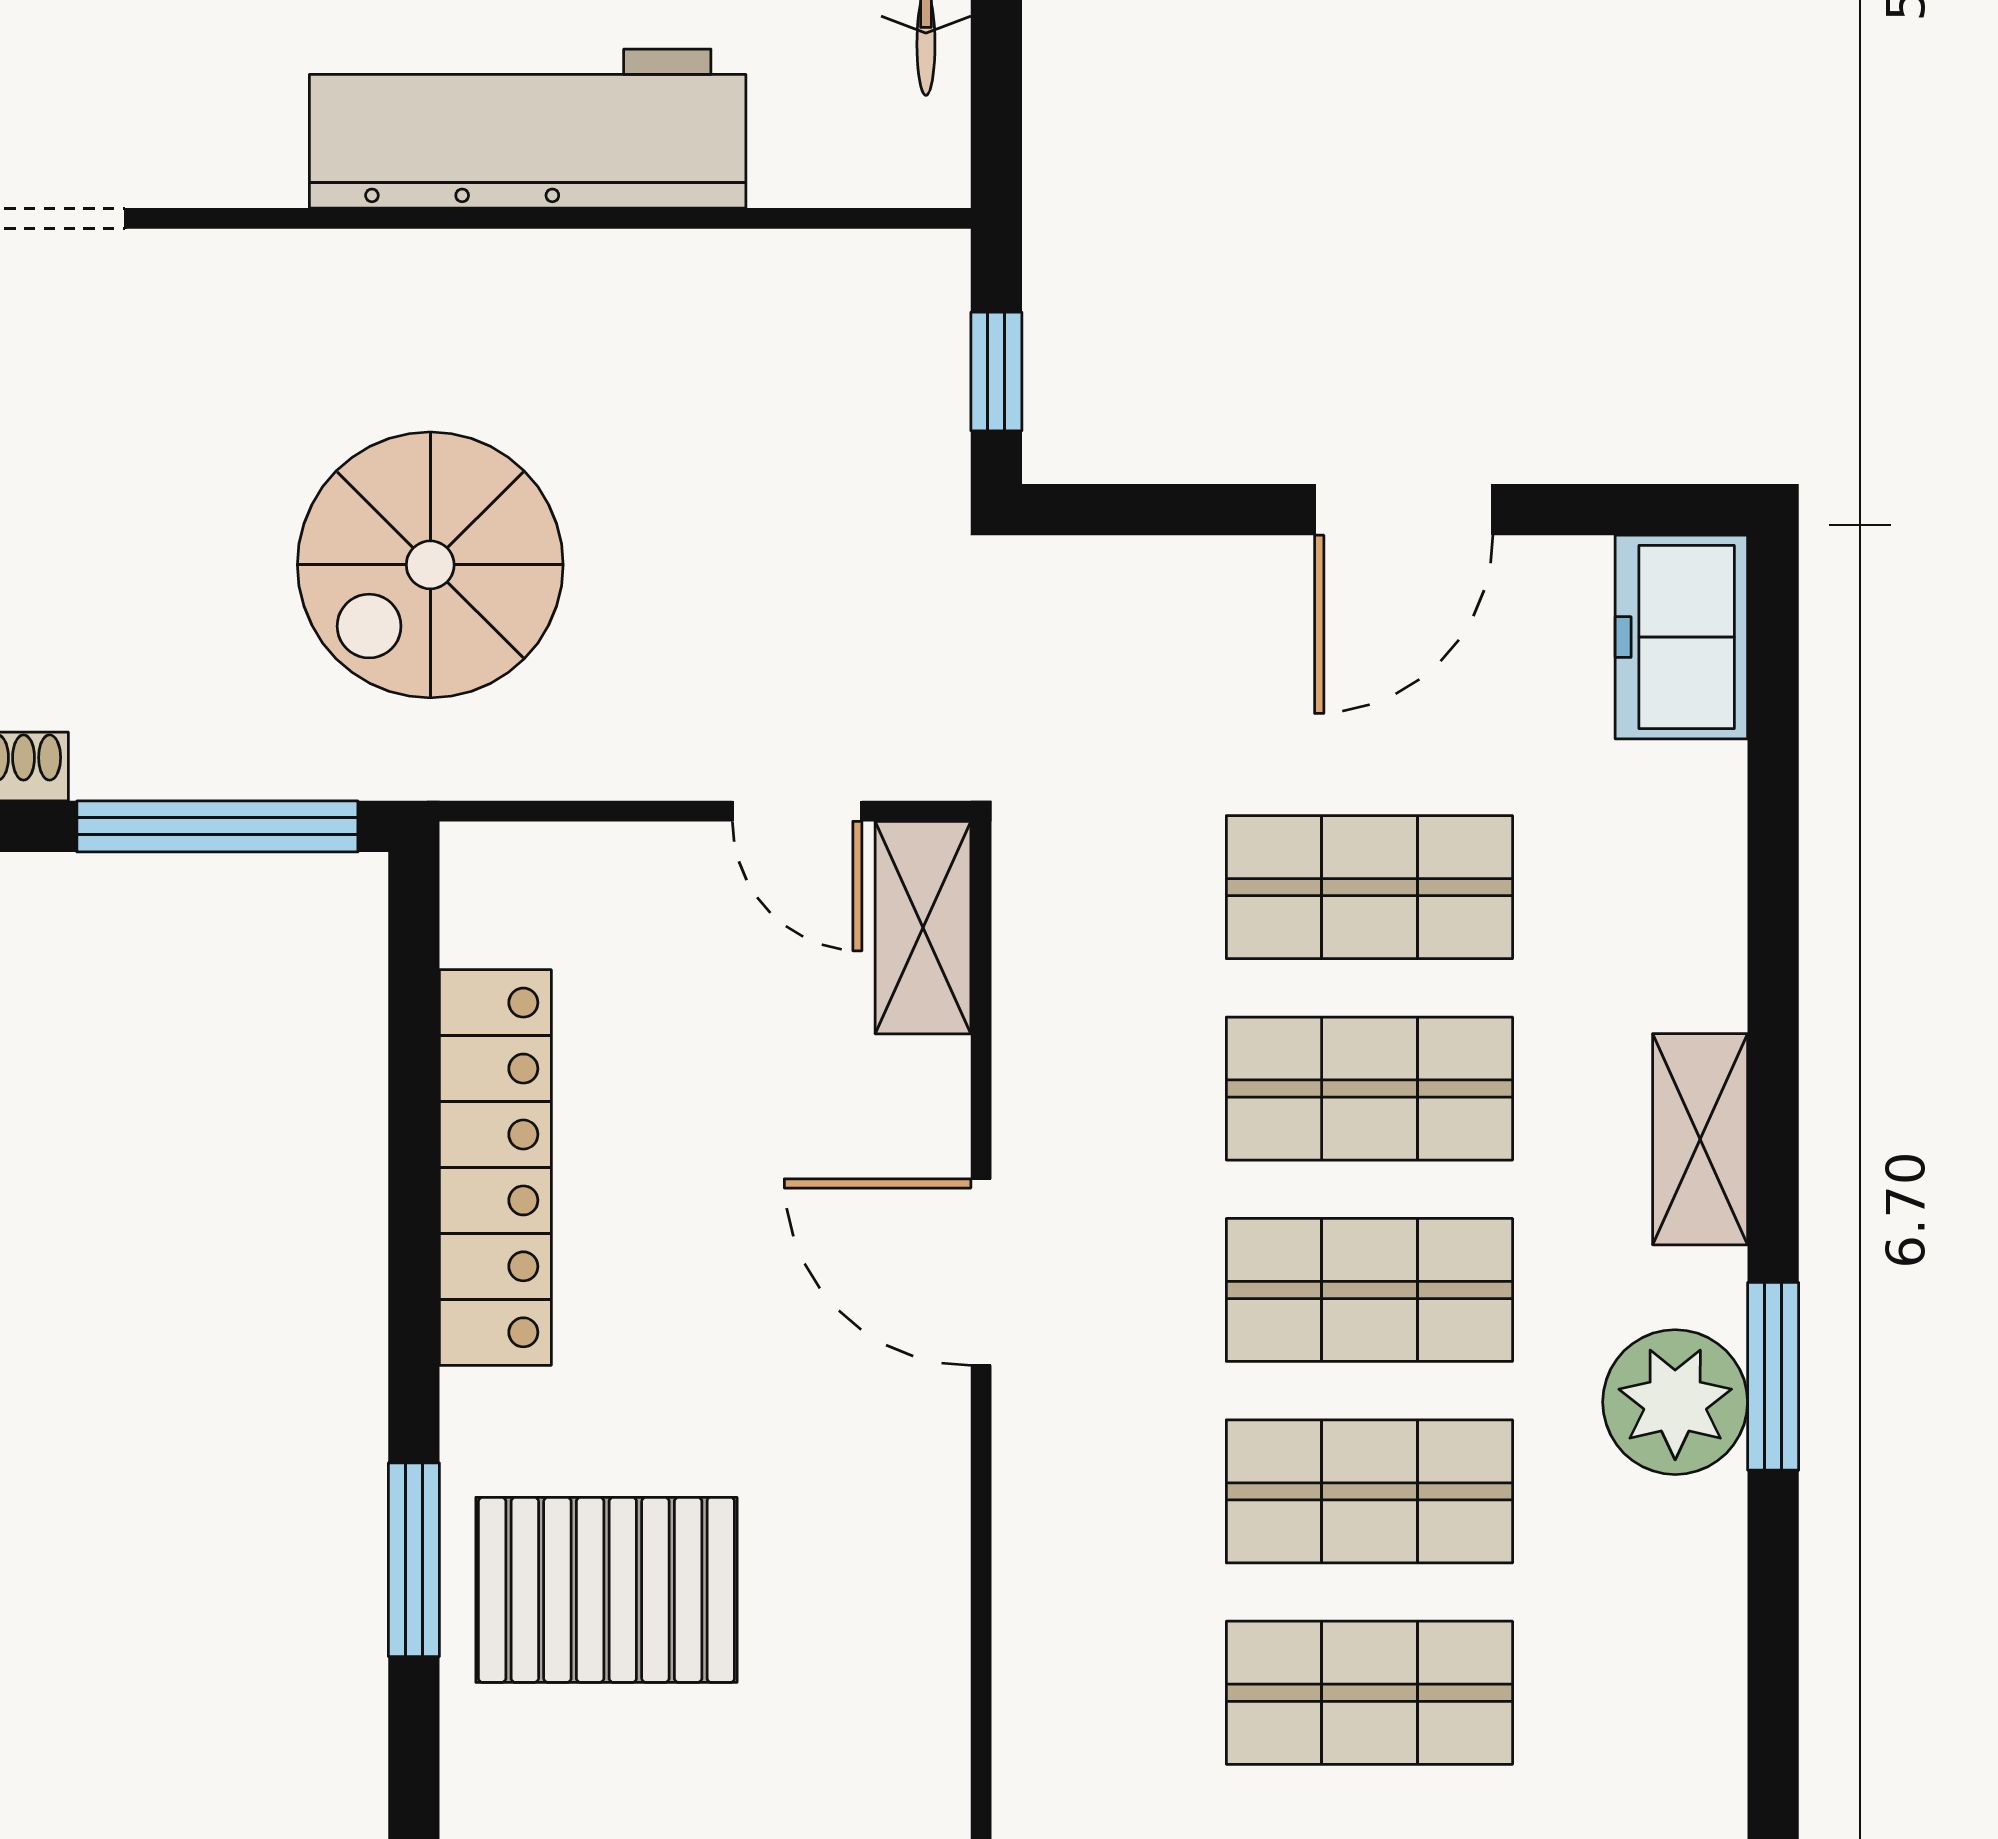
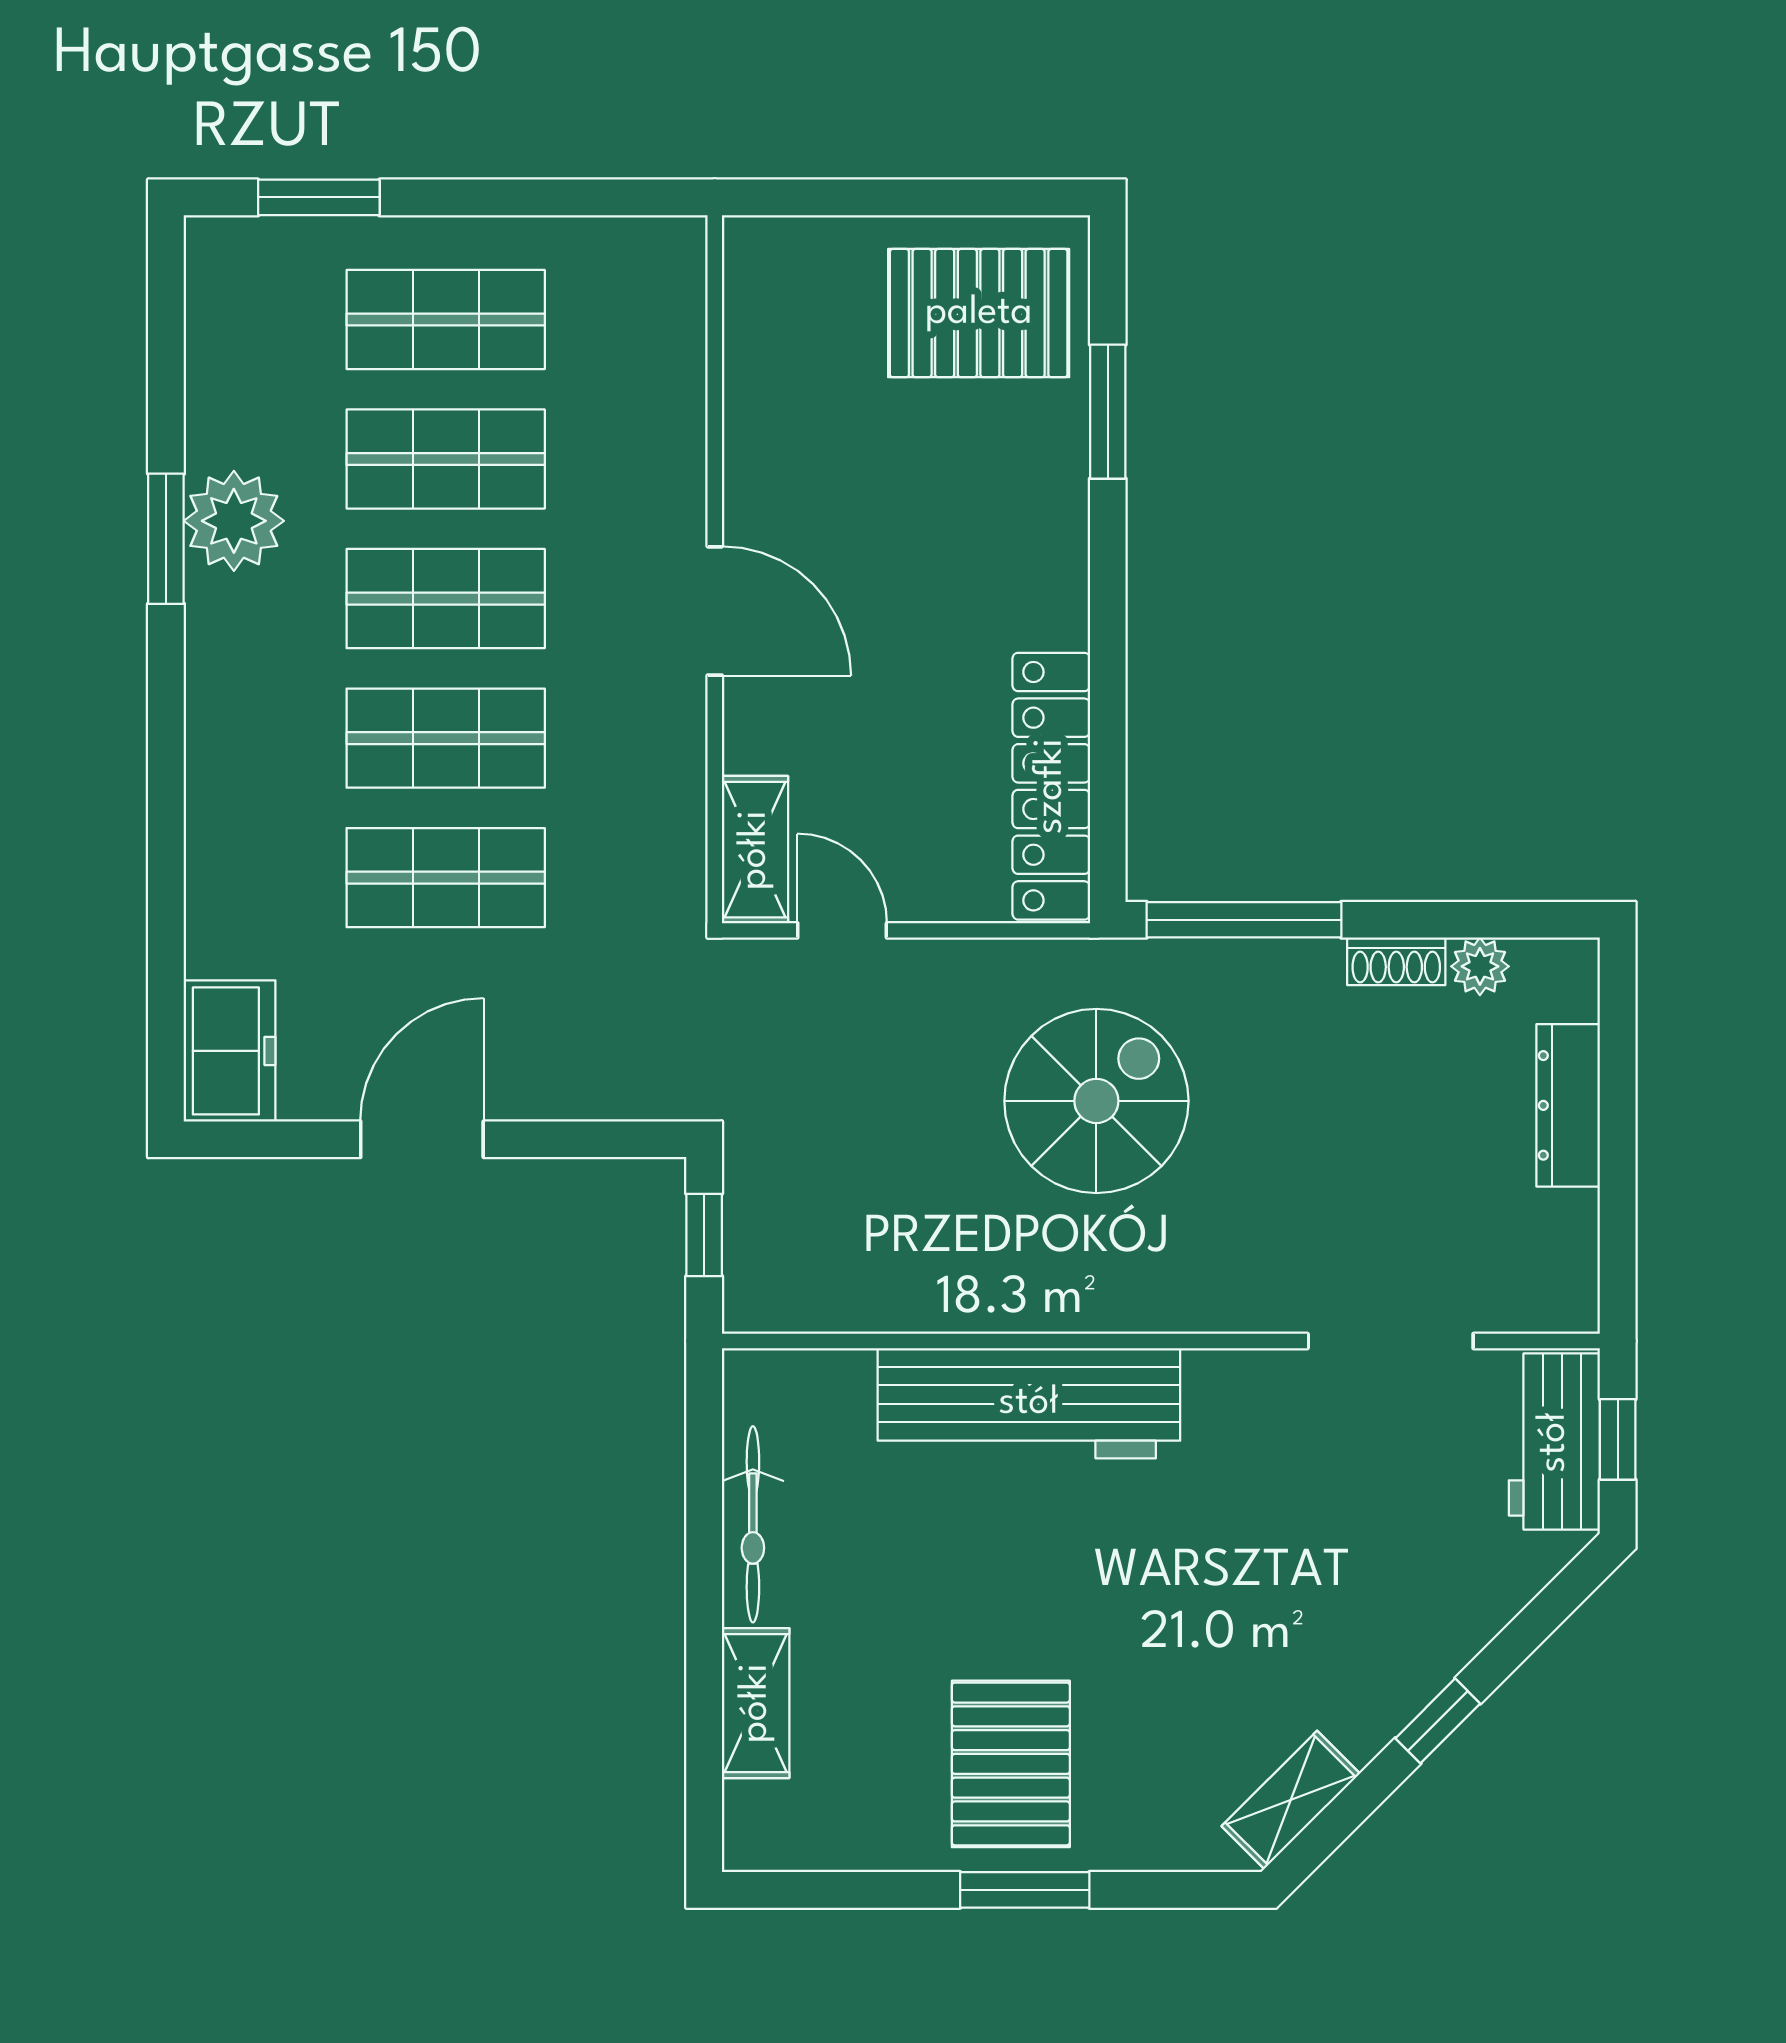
shelving: (1700, 1139) -> (217, 703), removed
locker: (495, 1167) -> (1051, 786), moved
pallet: (606, 1590) -> (979, 313), moved

